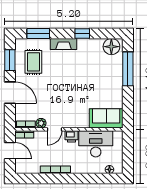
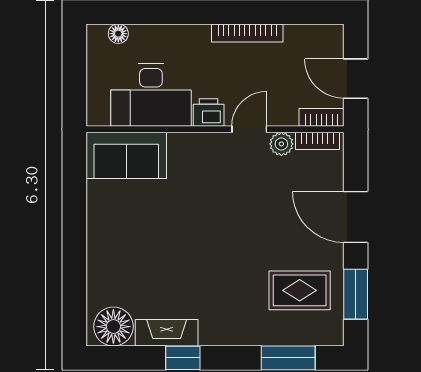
fireplace: (64, 44) -> (167, 333), moved
rug: (33, 62) -> (300, 290), turned 90
window: (128, 69) -> (74, 274), removed

